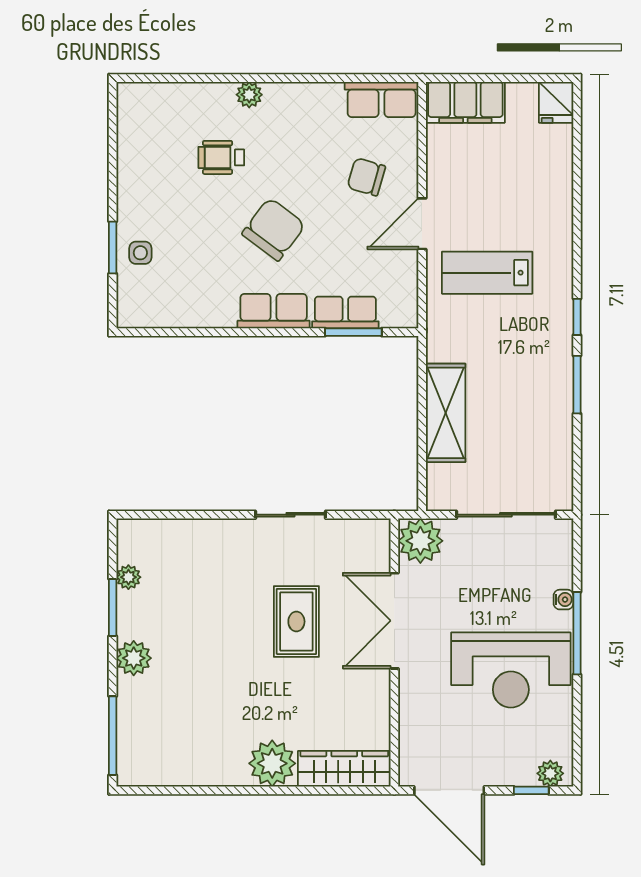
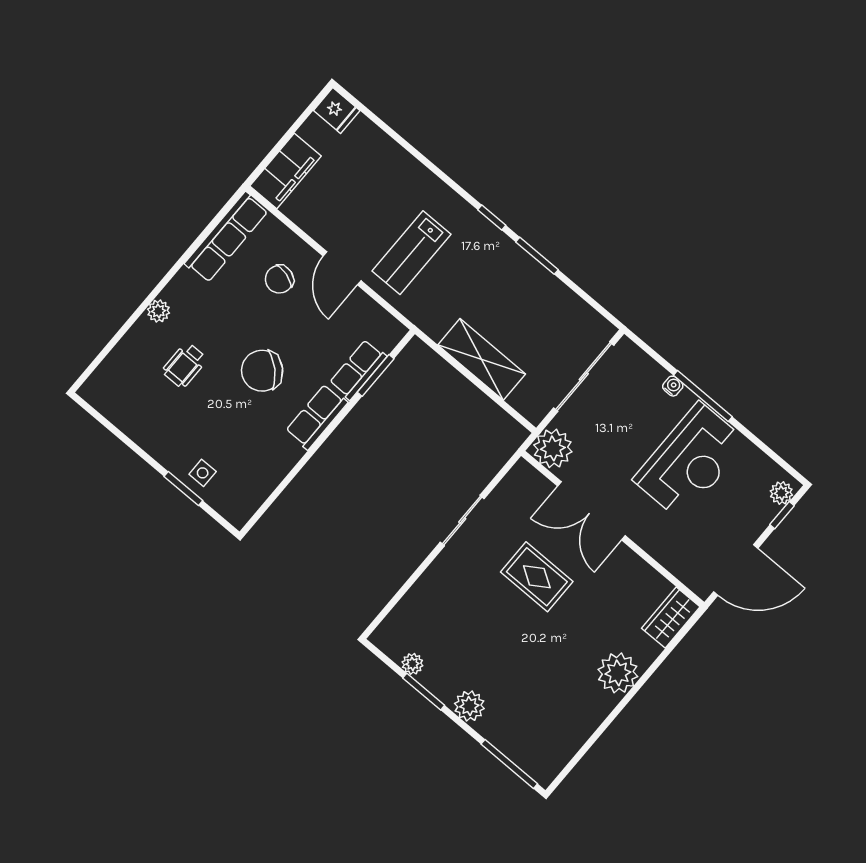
row of seats: (382, 100) -> (226, 237), width x1.48
chair: (274, 229) -> (262, 371), turned -84
wardrobe: (344, 769) -> (671, 618), width x0.67

